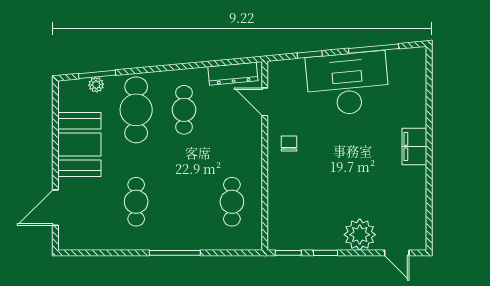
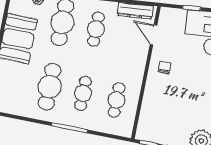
cafe table: (136, 202) -> (50, 87), width x1.37, depth x1.35
cafe table: (184, 202) -> (83, 93), added

